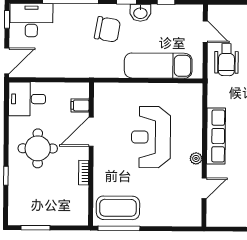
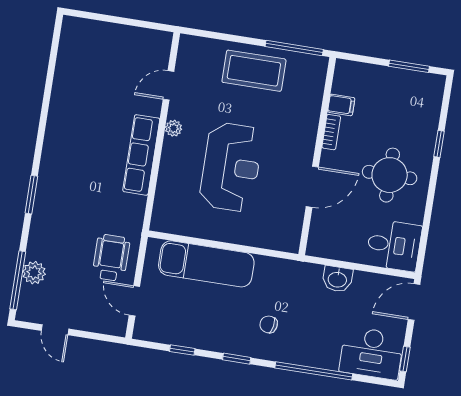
washbasin: (140, 13) -> (337, 279), moved, turned 180
chair: (107, 29) -> (269, 324), width x0.54, depth x0.54
filing cabinet: (80, 105) -> (341, 105), moved
coffee table: (118, 208) -> (254, 71), moved

